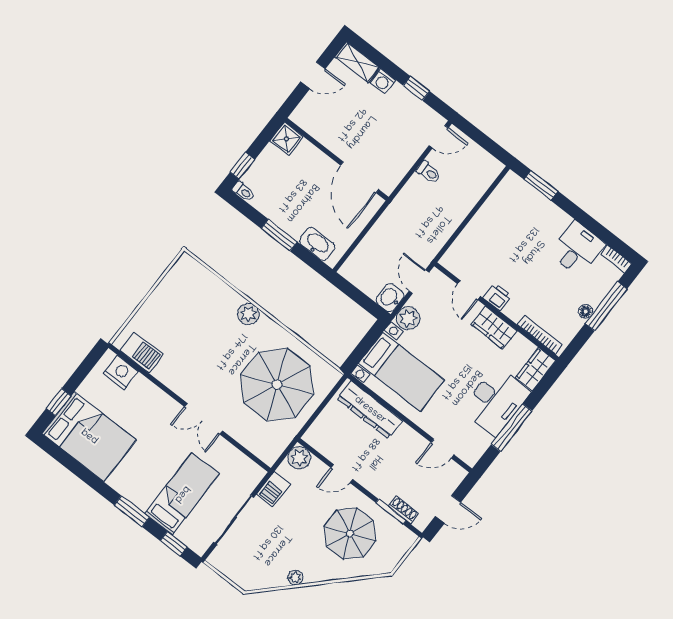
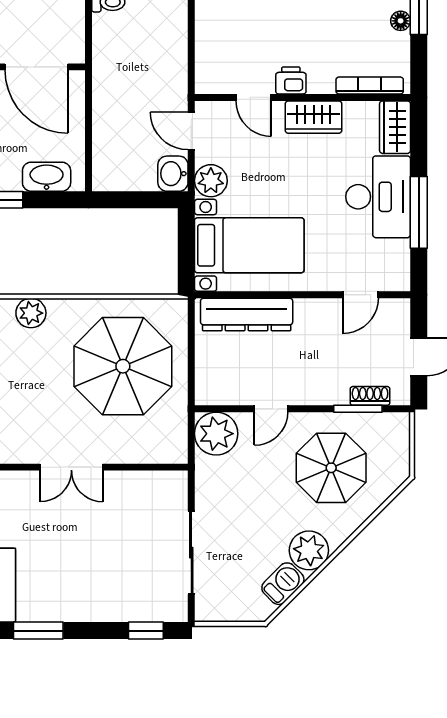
plant: (299, 458) -> (216, 434), width x1.36, depth x1.36
barbecue: (273, 489) -> (283, 584), moved, turned -135
bed: (182, 494) -> (112, 568), removed
window: (132, 511) -> (38, 631), moved
plant: (295, 578) -> (309, 550), width x1.87, depth x1.87

